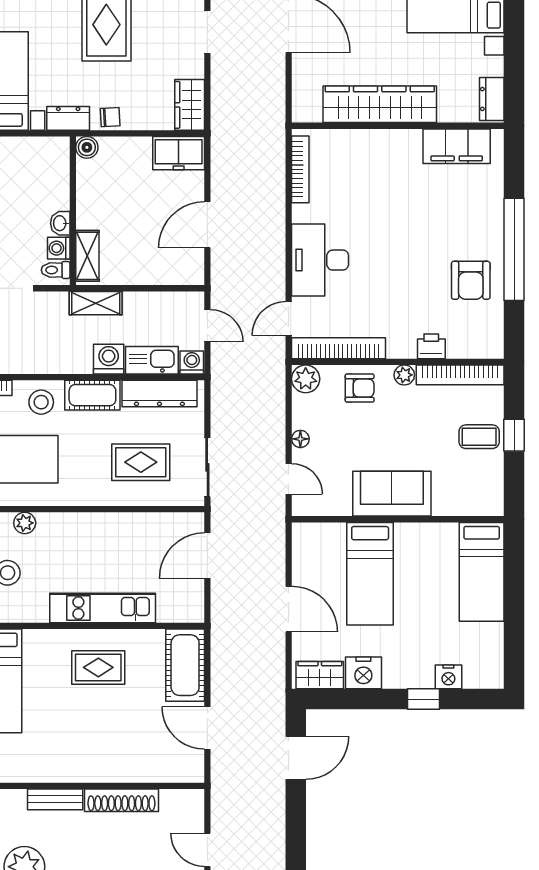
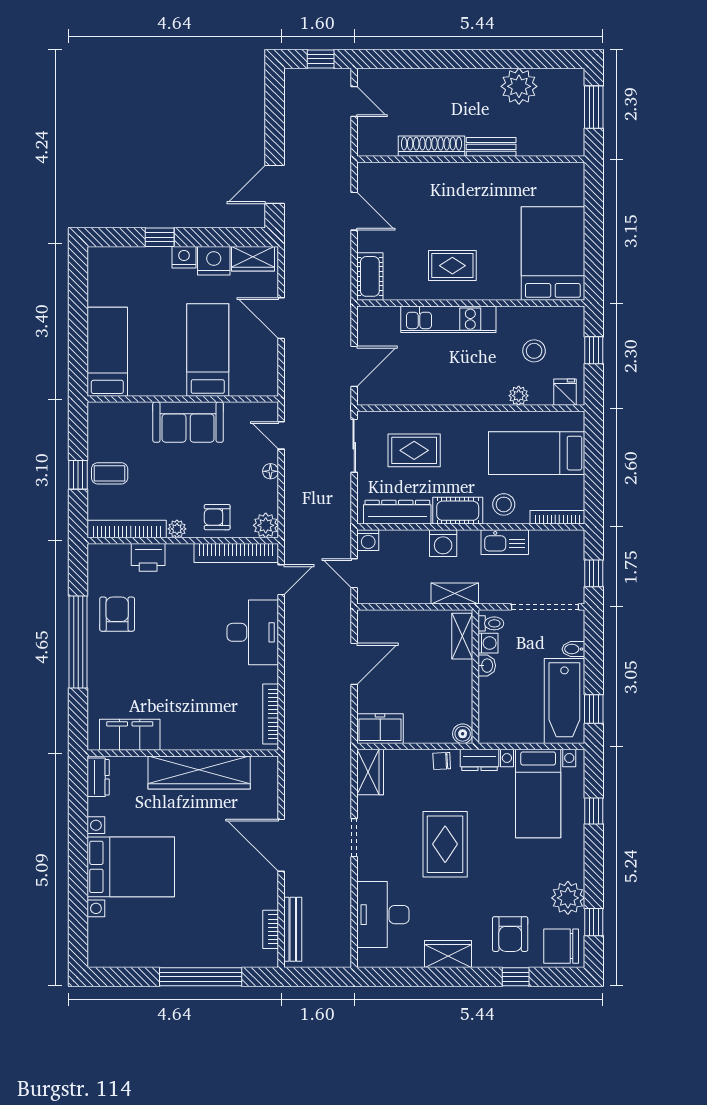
printer: (431, 346) -> (148, 557), width x1.36, depth x1.24
kitchen sink: (152, 360) -> (505, 542), moved
cot: (185, 665) -> (370, 276), width x0.73, depth x0.75
nightstand: (448, 677) -> (184, 257), moved

